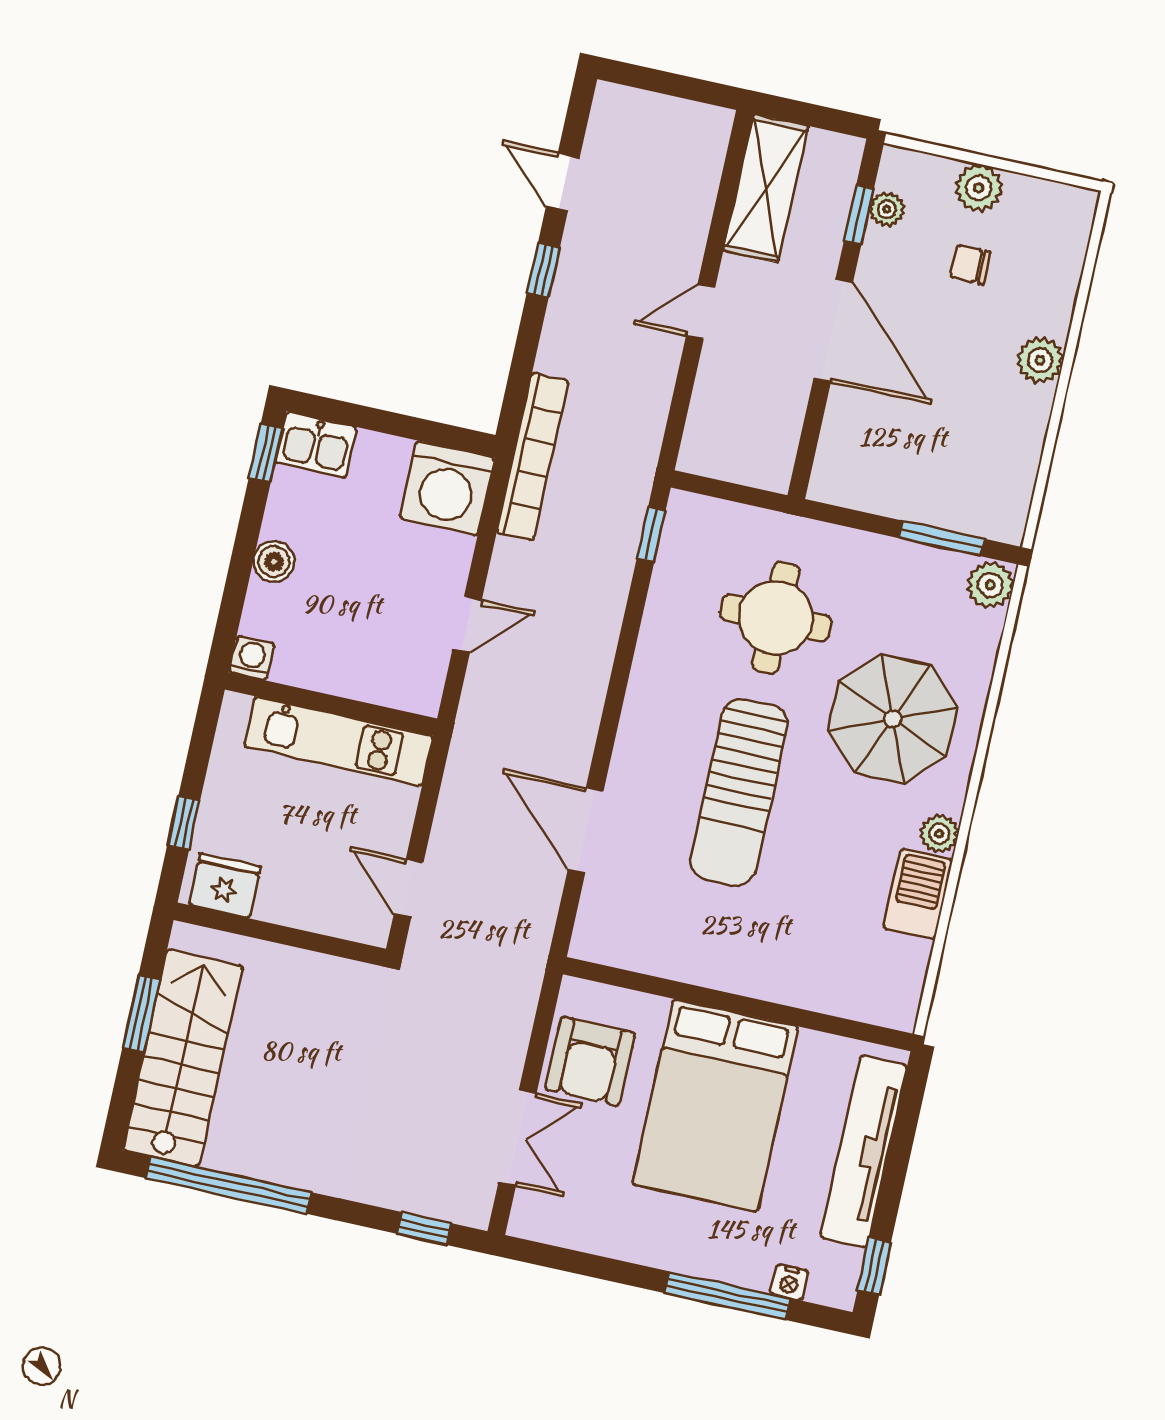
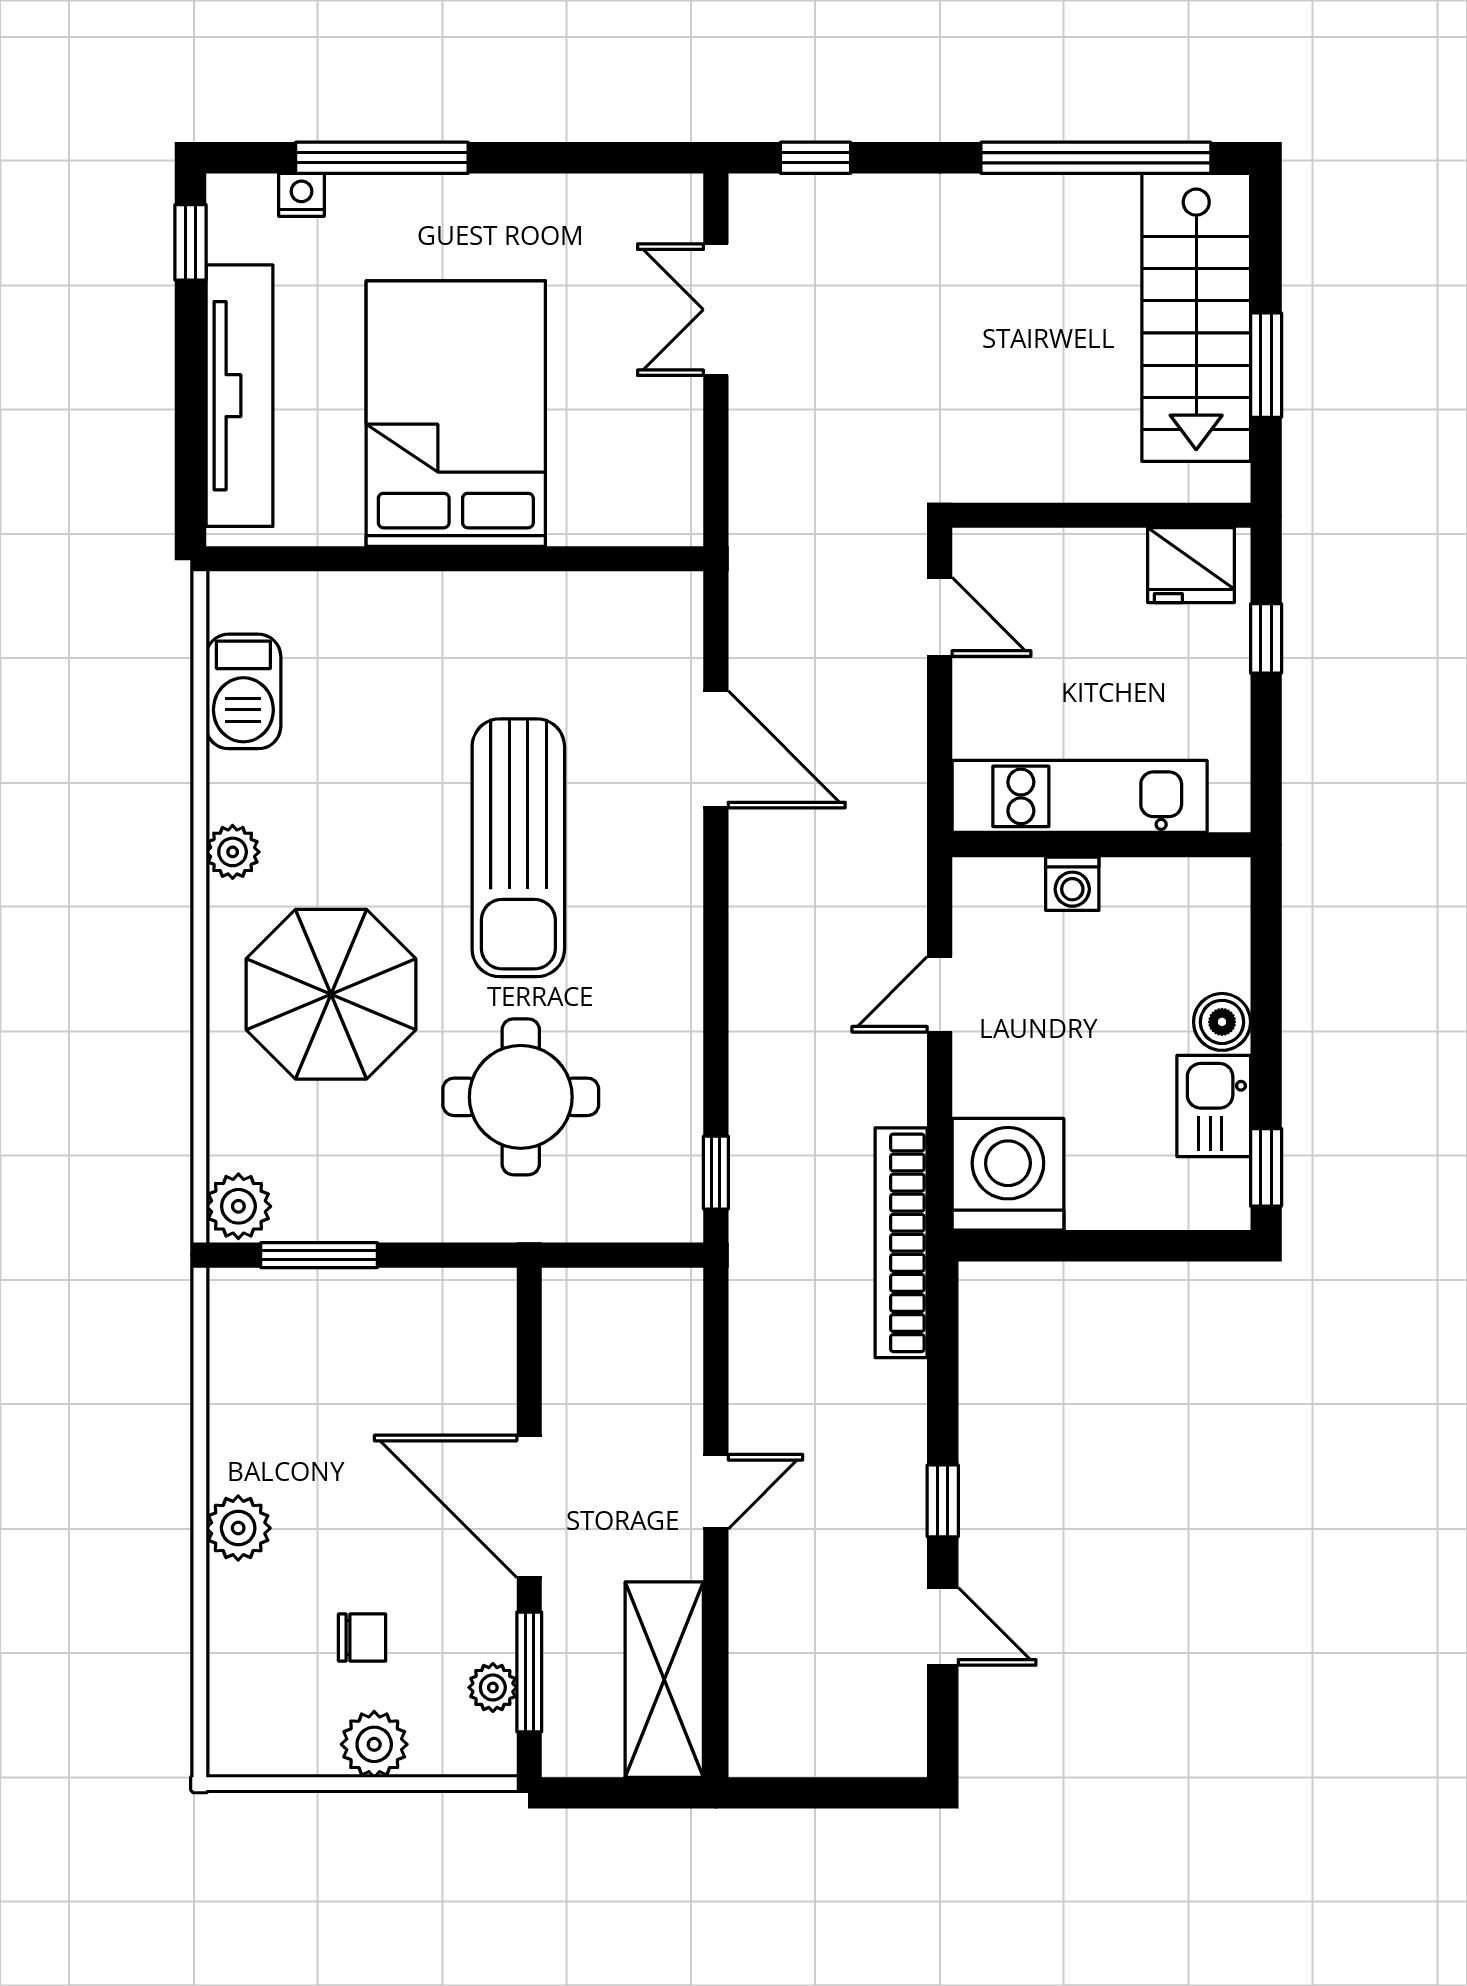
window: (859, 214) -> (529, 1672), width x1.50
kitchen sink: (316, 445) -> (1214, 1106), moved, turned -90
washing machine: (252, 658) -> (1072, 884), moved
sun lounger: (739, 792) -> (518, 848), turned 180
barbecue: (918, 894) -> (243, 691), moved
armchair: (590, 1061) -> (640, 436), removed

